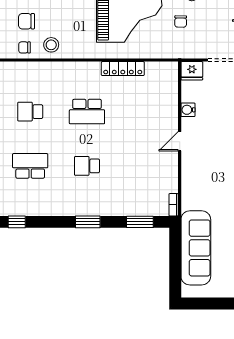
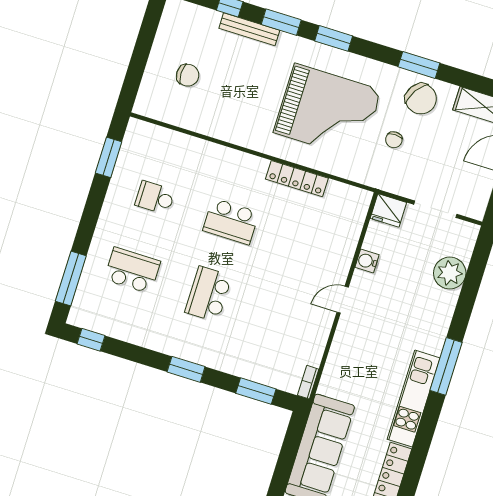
chair: (26, 21) -> (188, 75), turned 180
stool: (51, 45) -> (211, 117), removed
chair: (24, 47) -> (174, 109), removed
school desk: (87, 166) -> (208, 294), width x1.85

